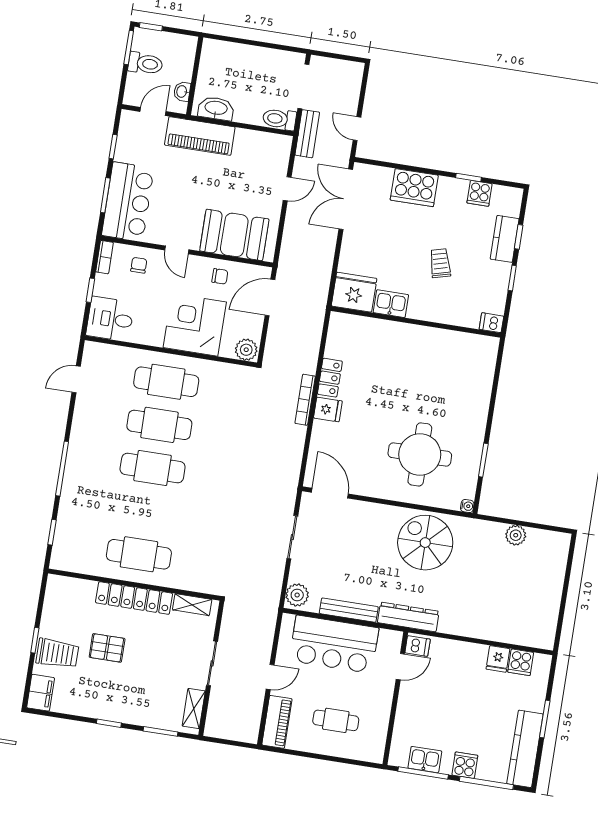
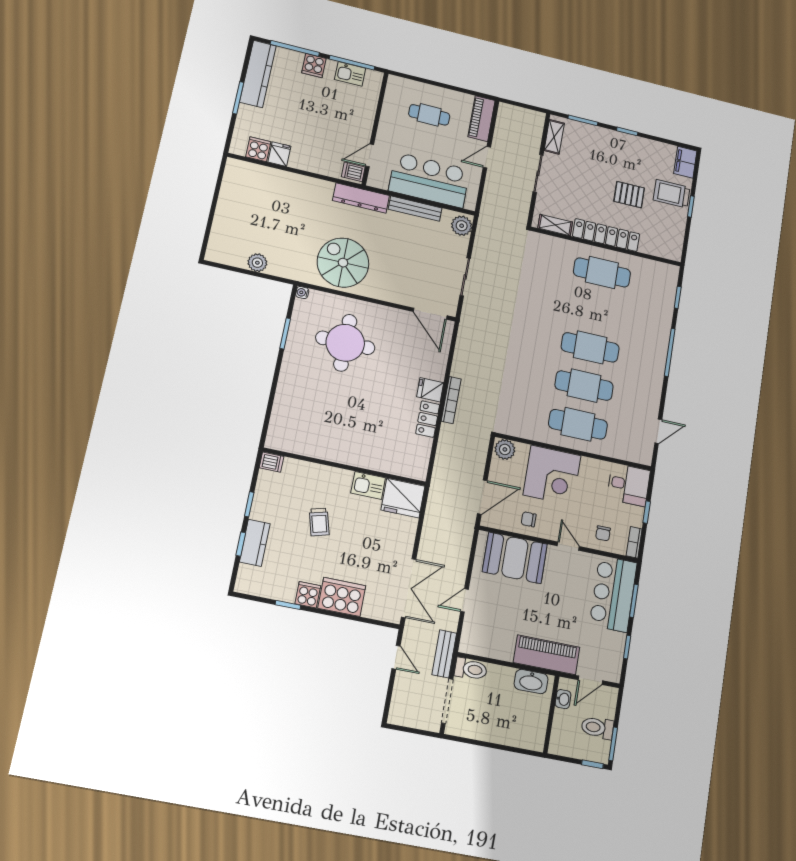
cooker: (480, 193) -> (308, 595), moved
spiral stairs: (425, 543) -> (343, 263), turned 180

